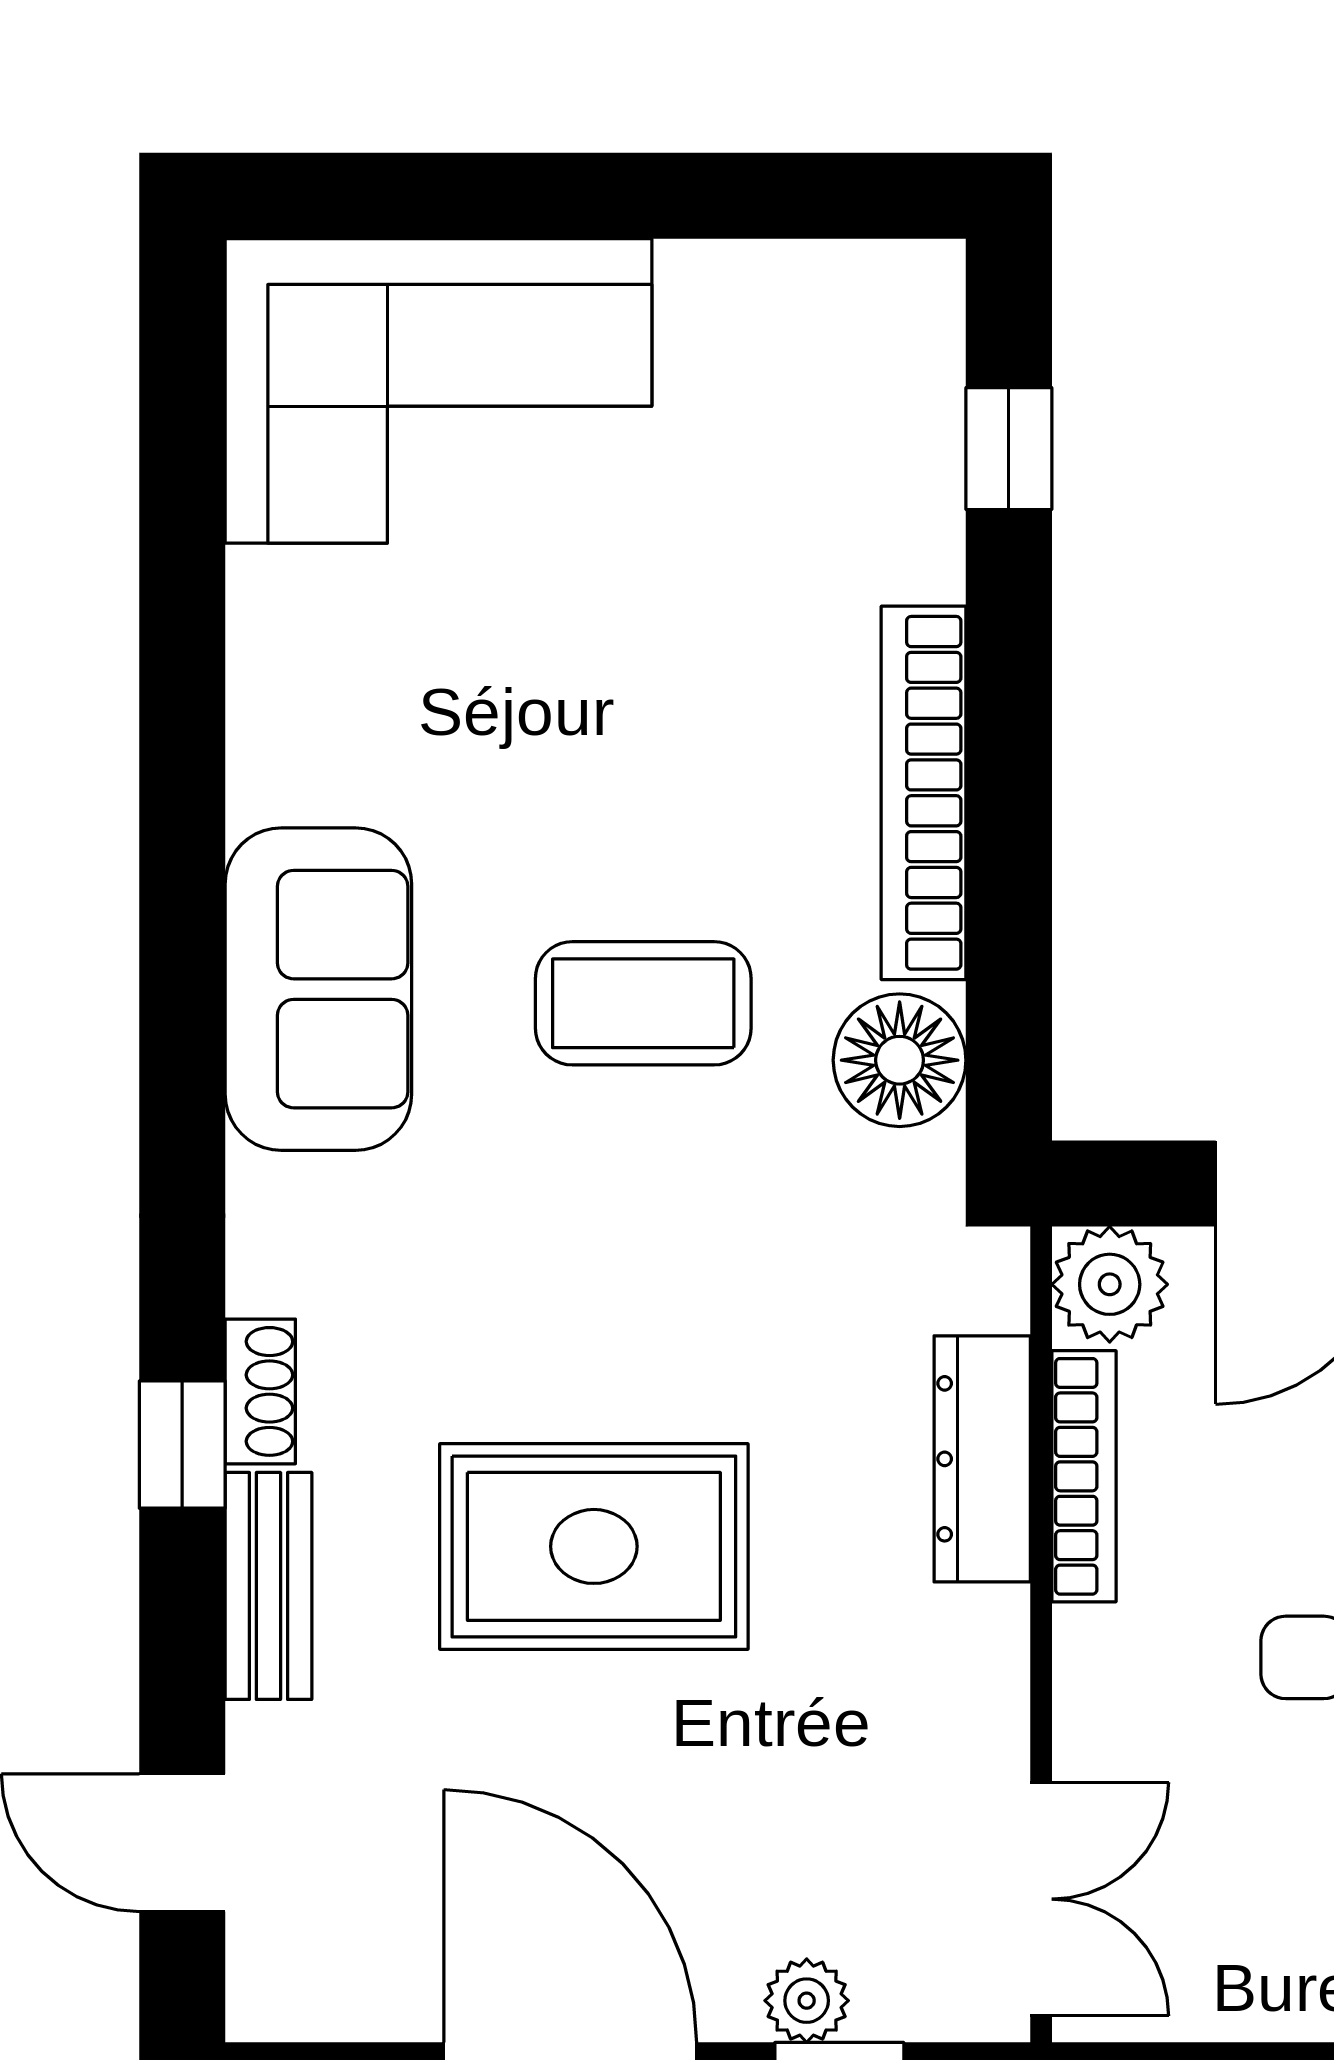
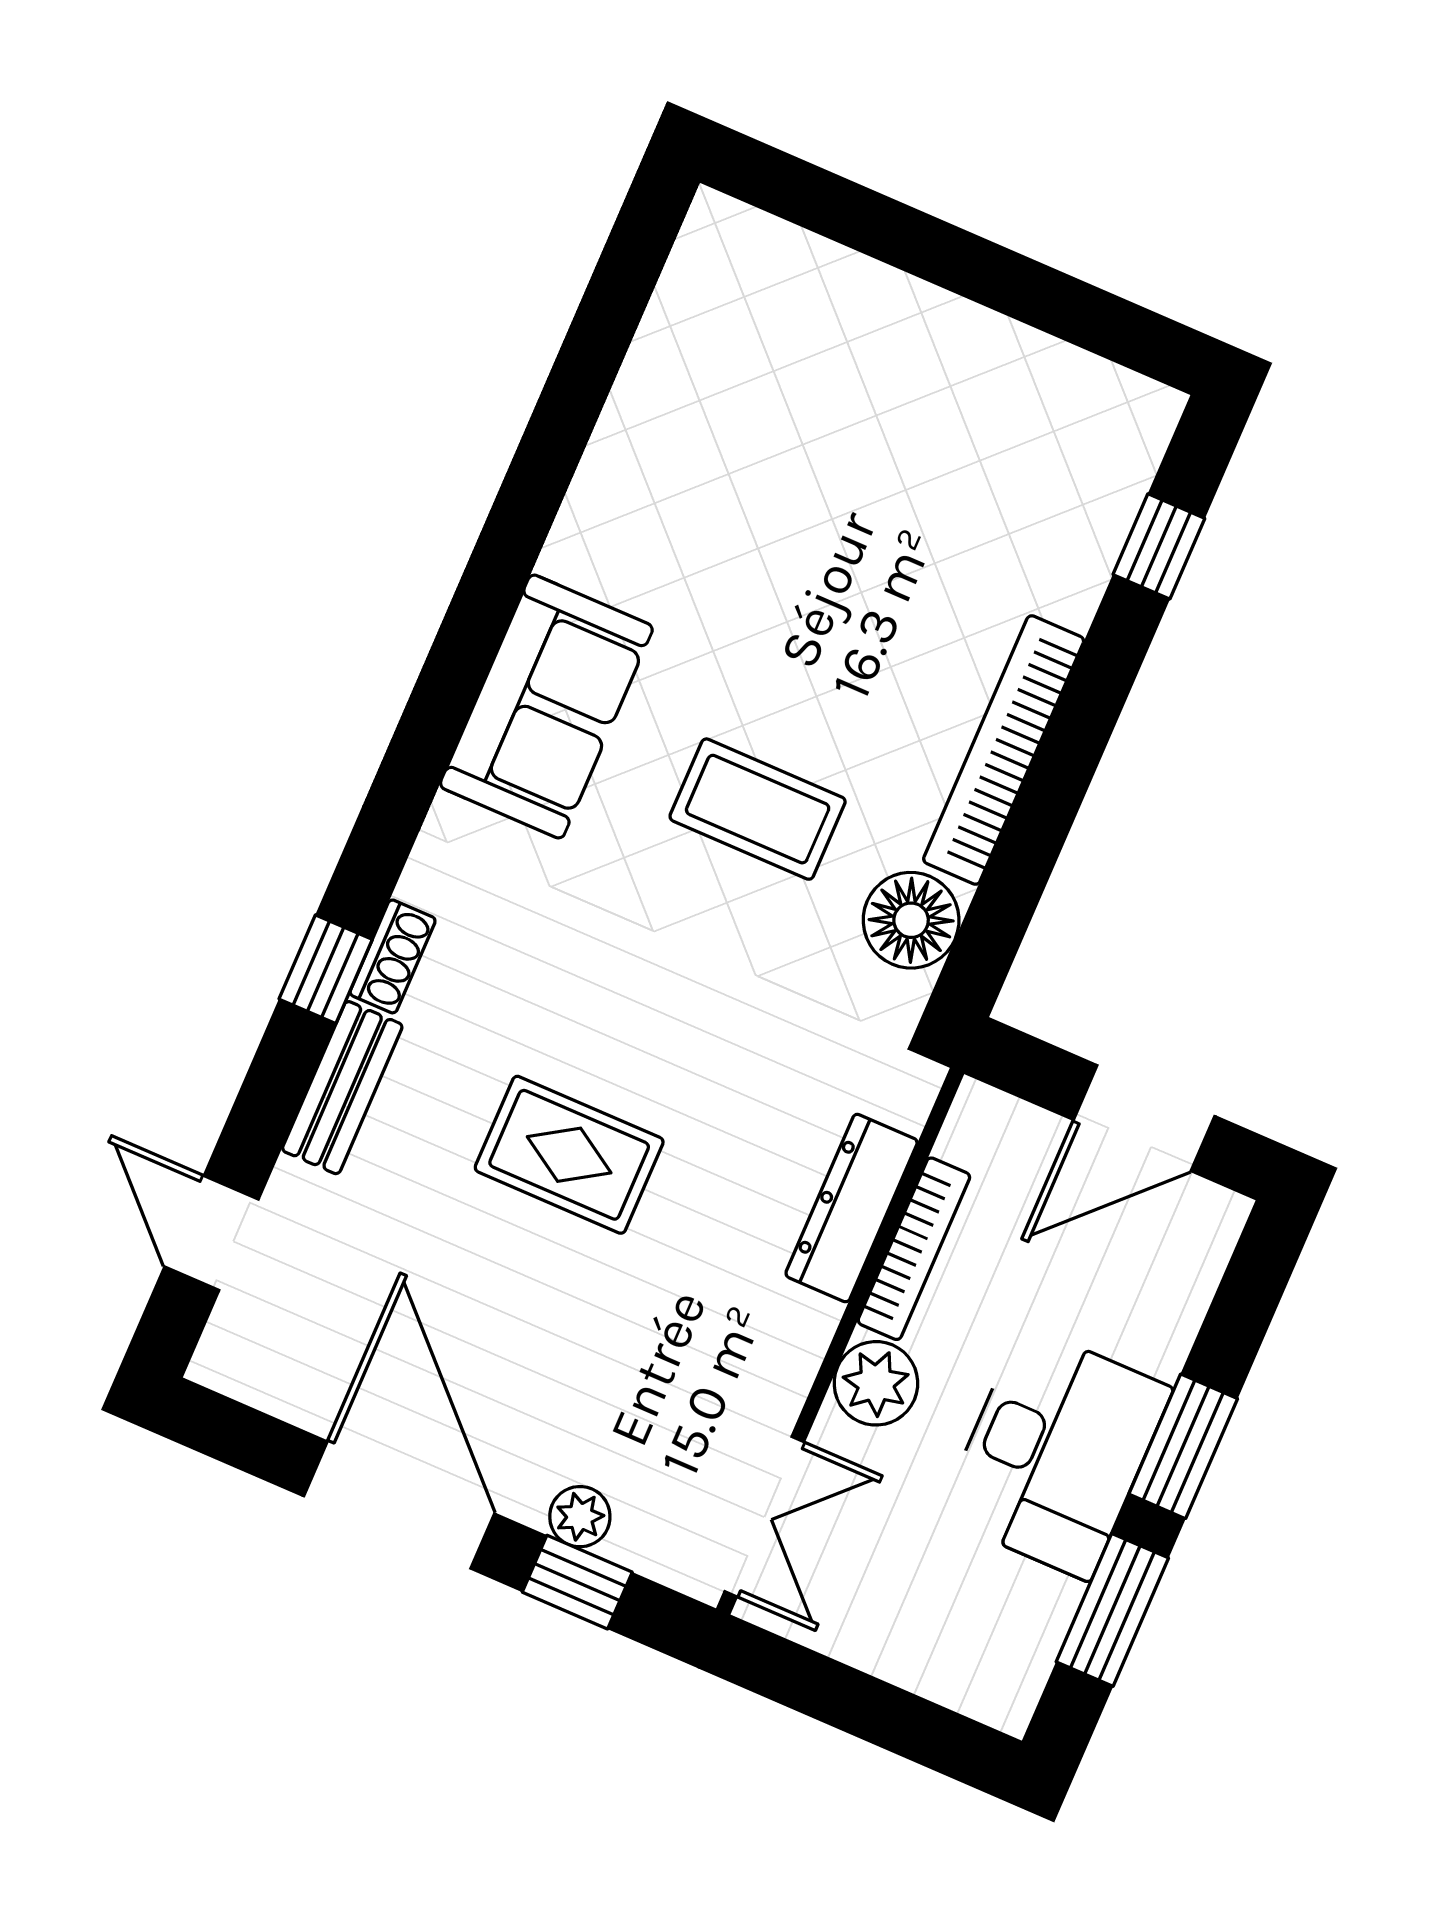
corner sofa: (438, 391) -> (797, 345), removed
plant: (1110, 1284) -> (876, 1383), moved
rug: (594, 1546) -> (569, 1155), width x0.73, depth x0.70

